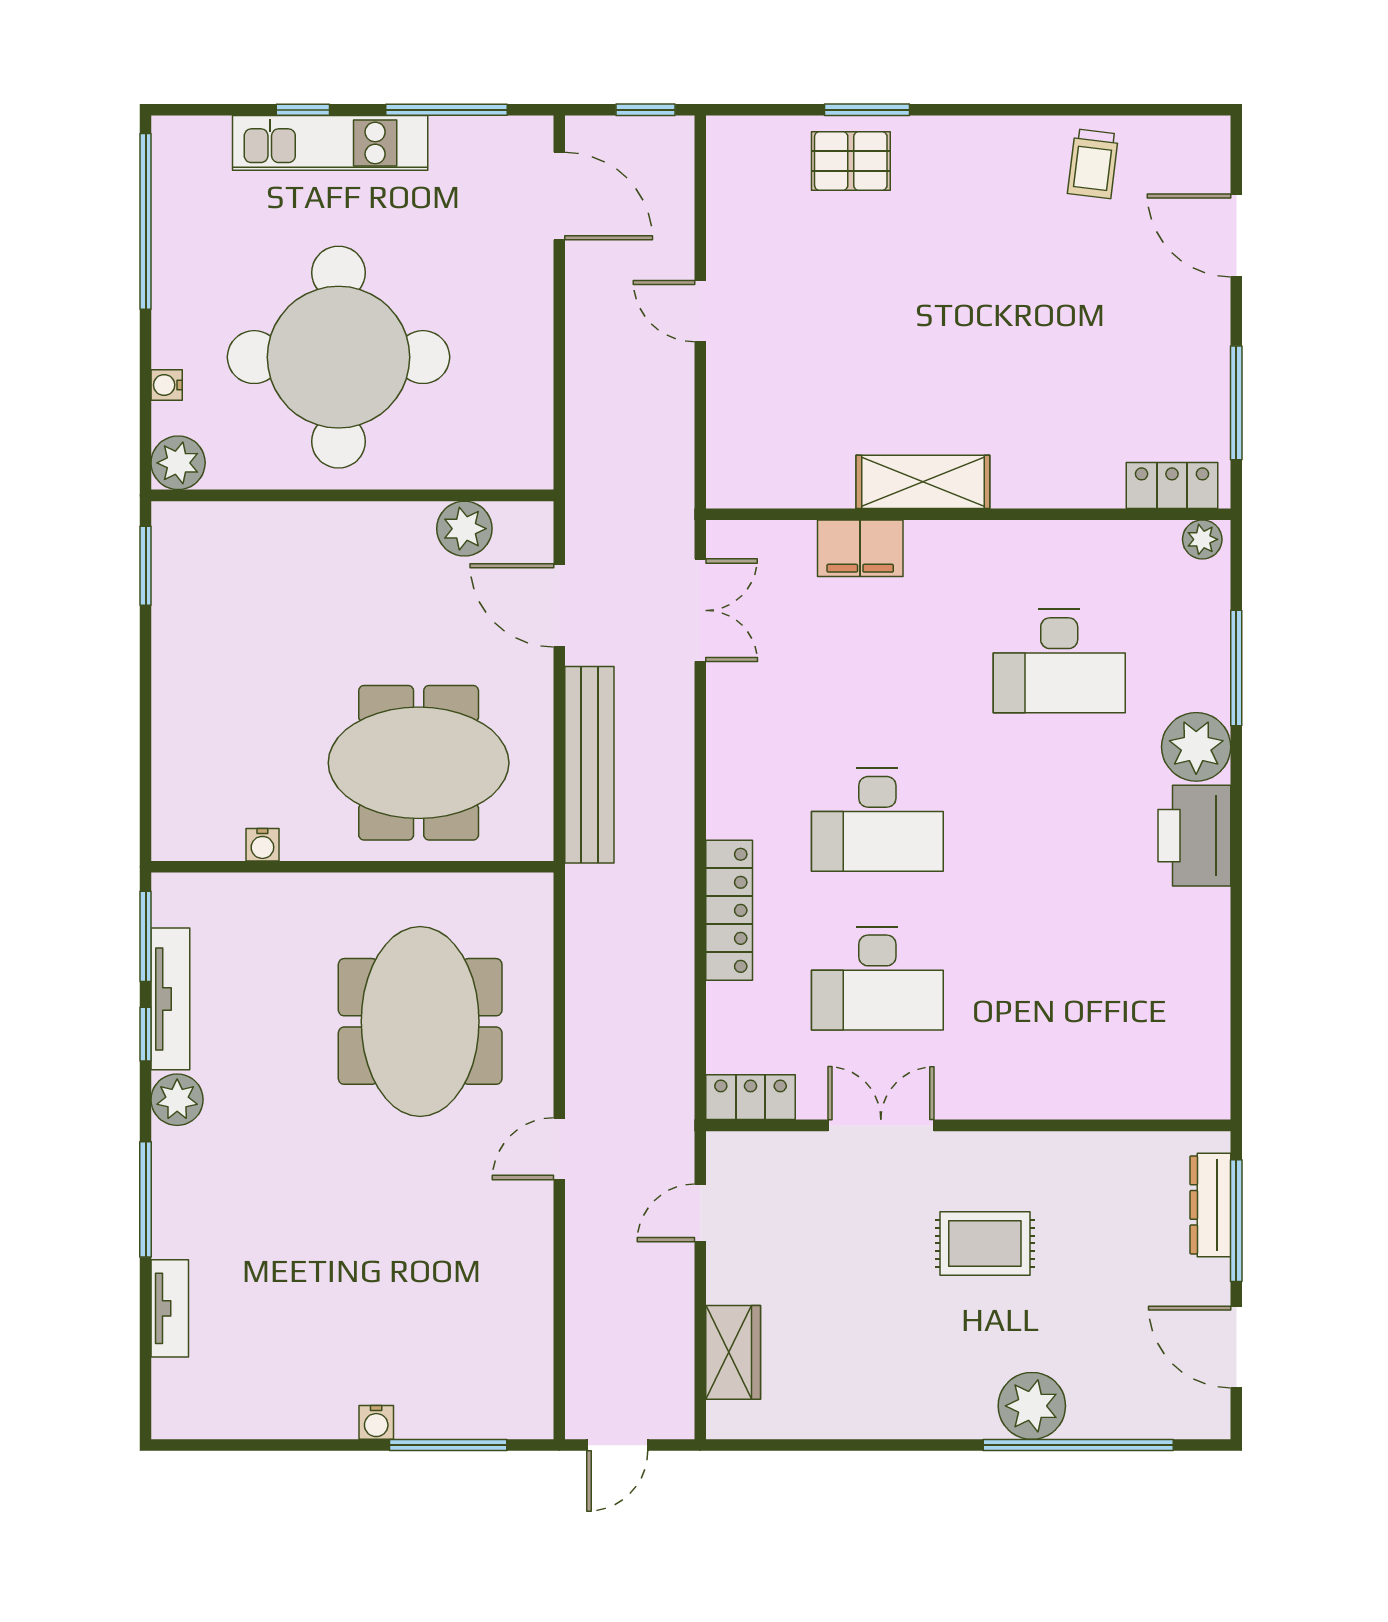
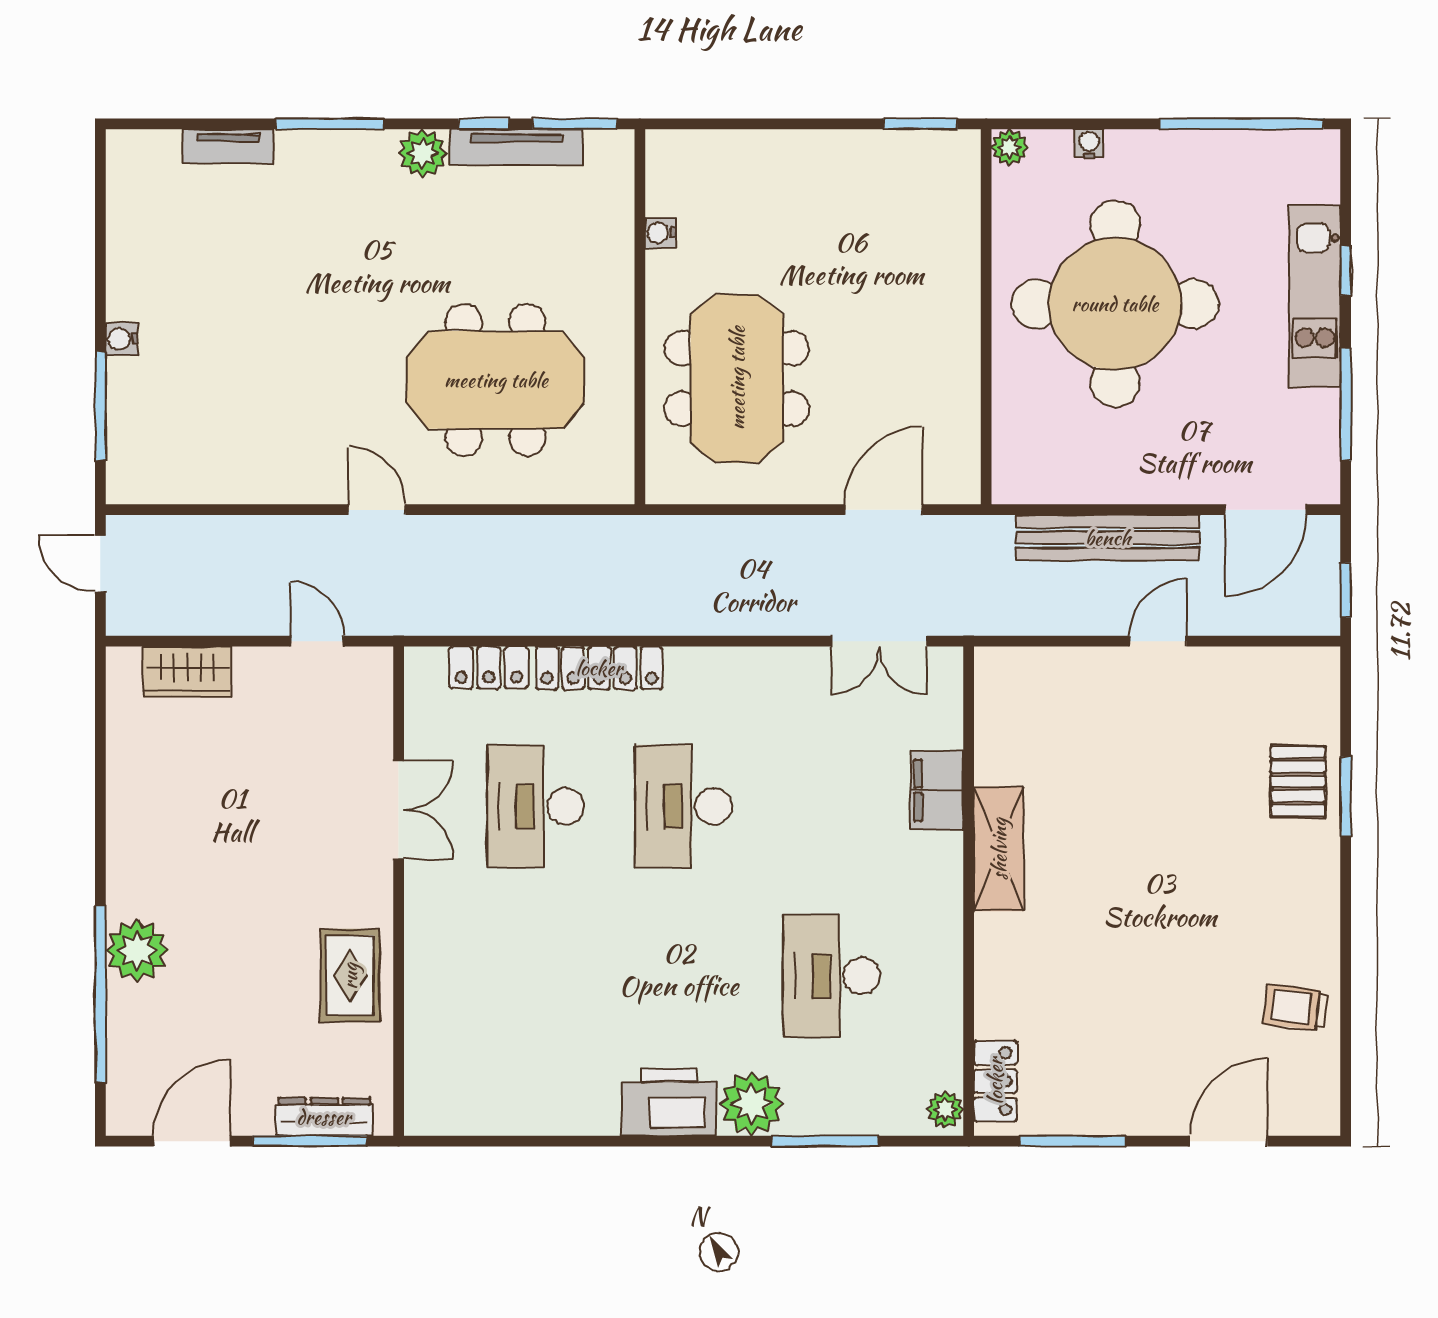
plant: (178, 463) -> (1010, 147), width x0.73, depth x0.73
plant: (464, 529) -> (955, 421), removed
bench: (589, 765) -> (1108, 538), moved
locker: (751, 1097) -> (489, 667), moved, turned 90
rug: (985, 1243) -> (350, 976), moved

